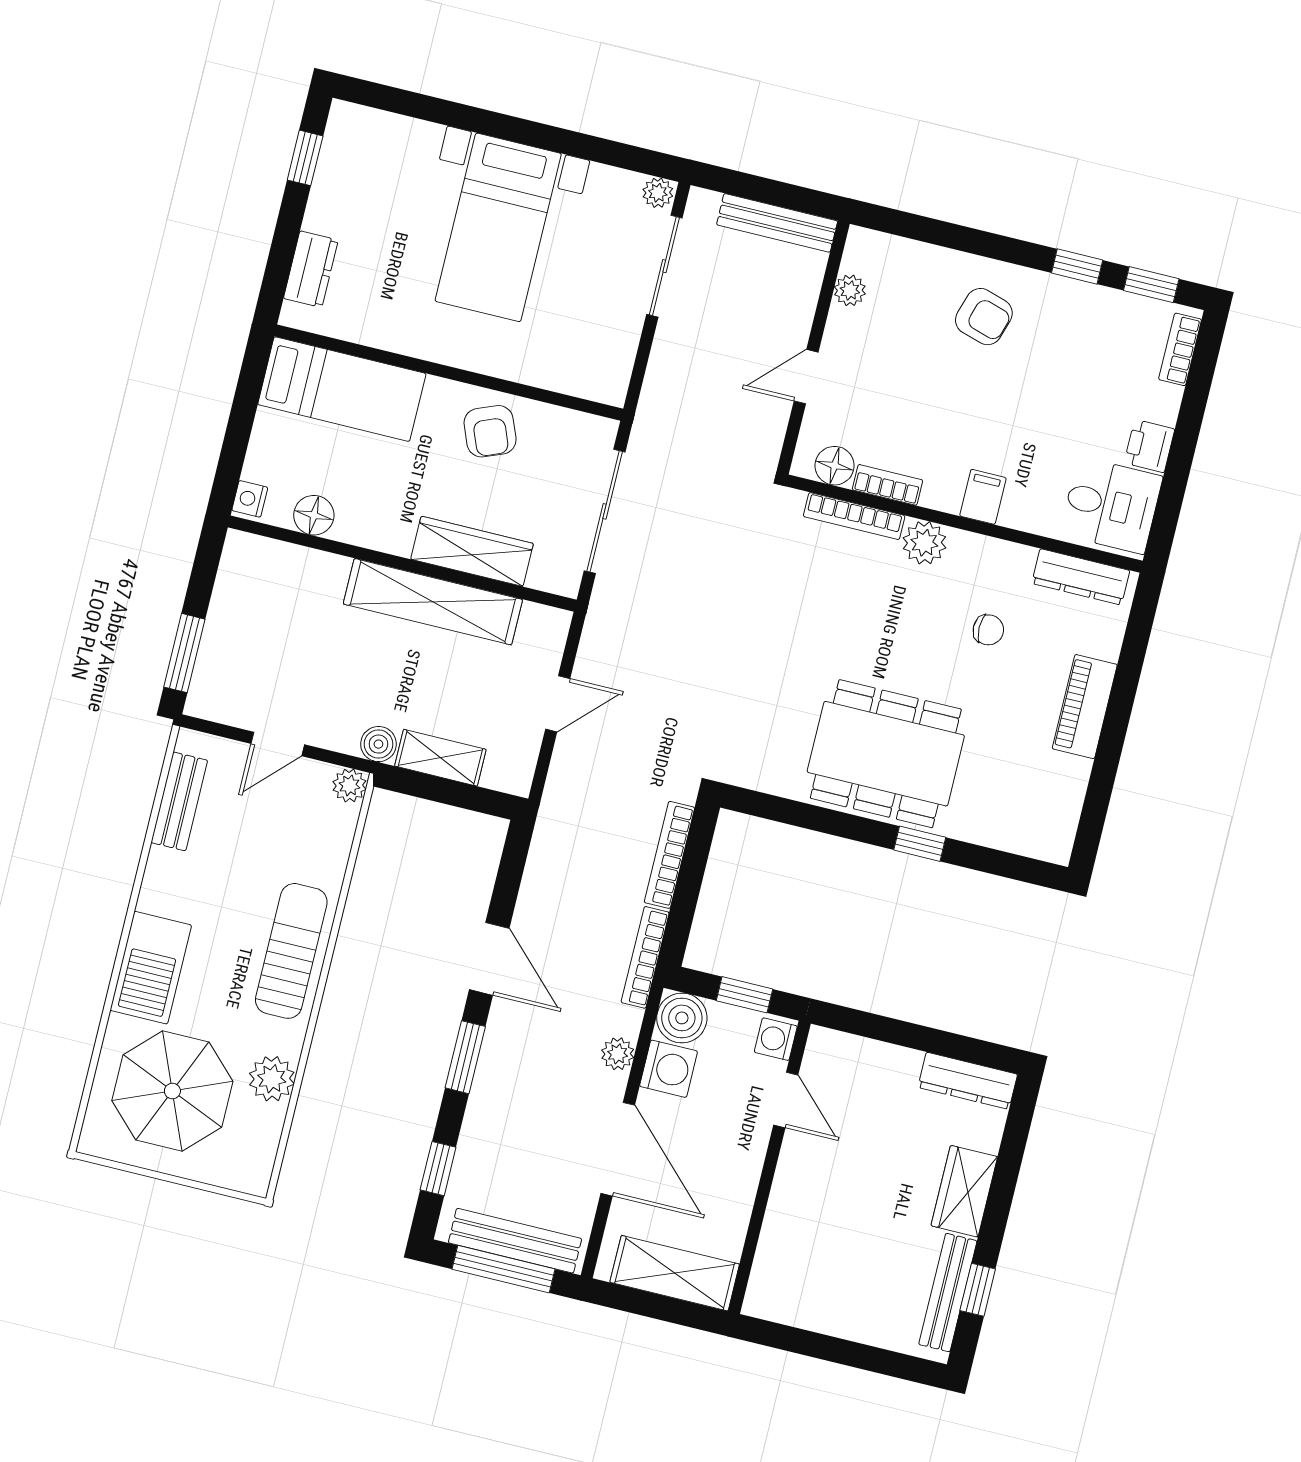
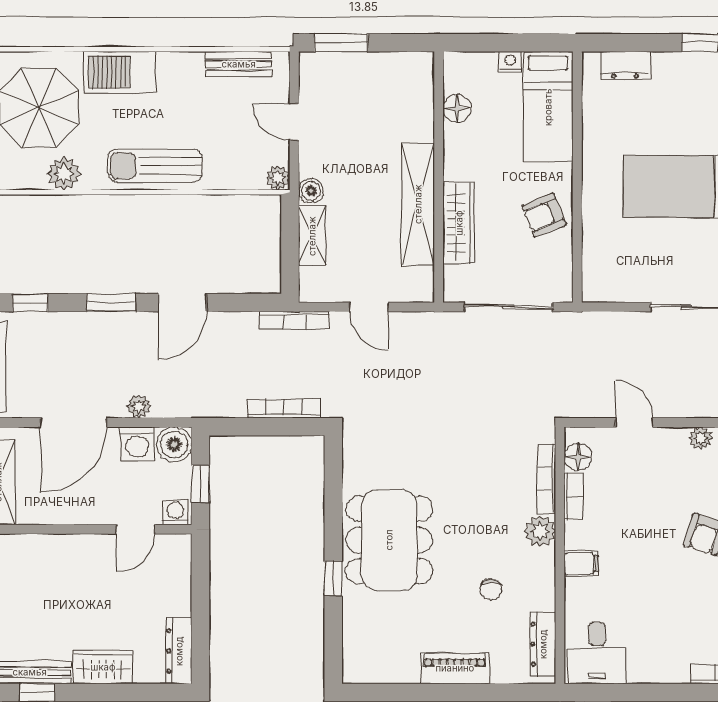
printer: (1149, 446) -> (644, 669), removed
nightstand: (250, 499) -> (510, 62), moved
sun lounger: (291, 951) -> (155, 166), turned 180
bookcase: (645, 957) -> (295, 320), moved, turned 180

